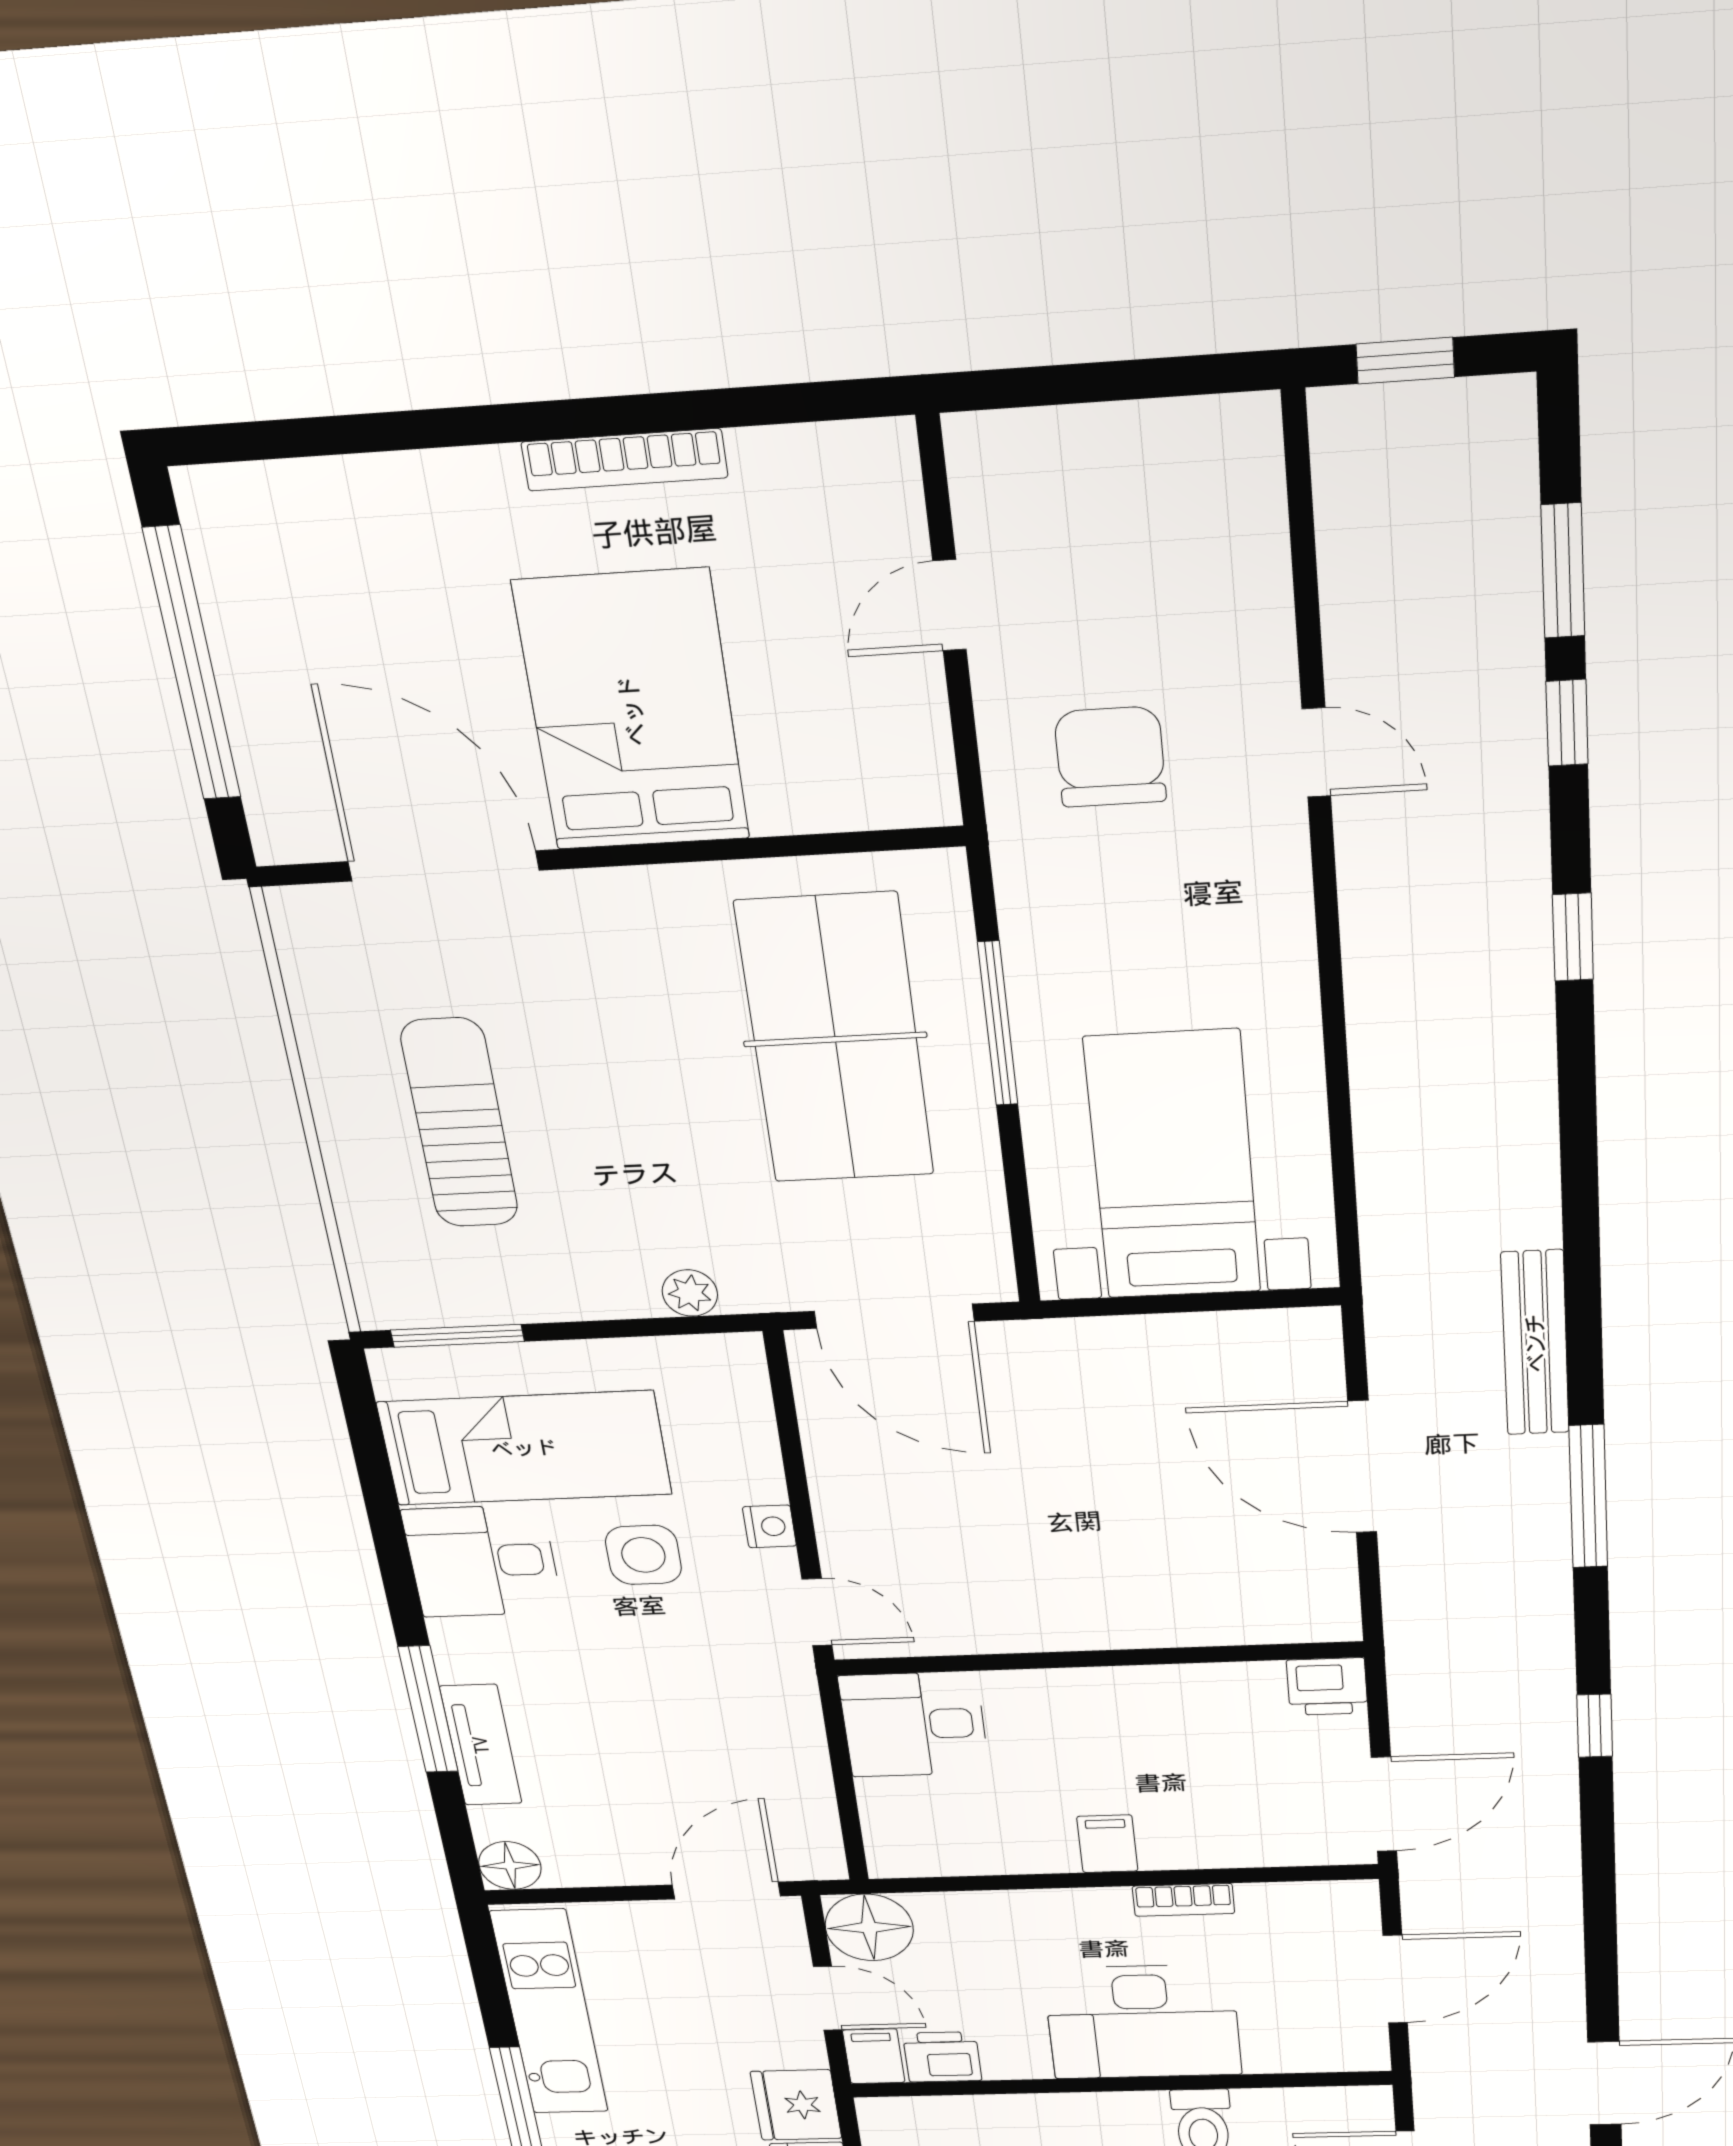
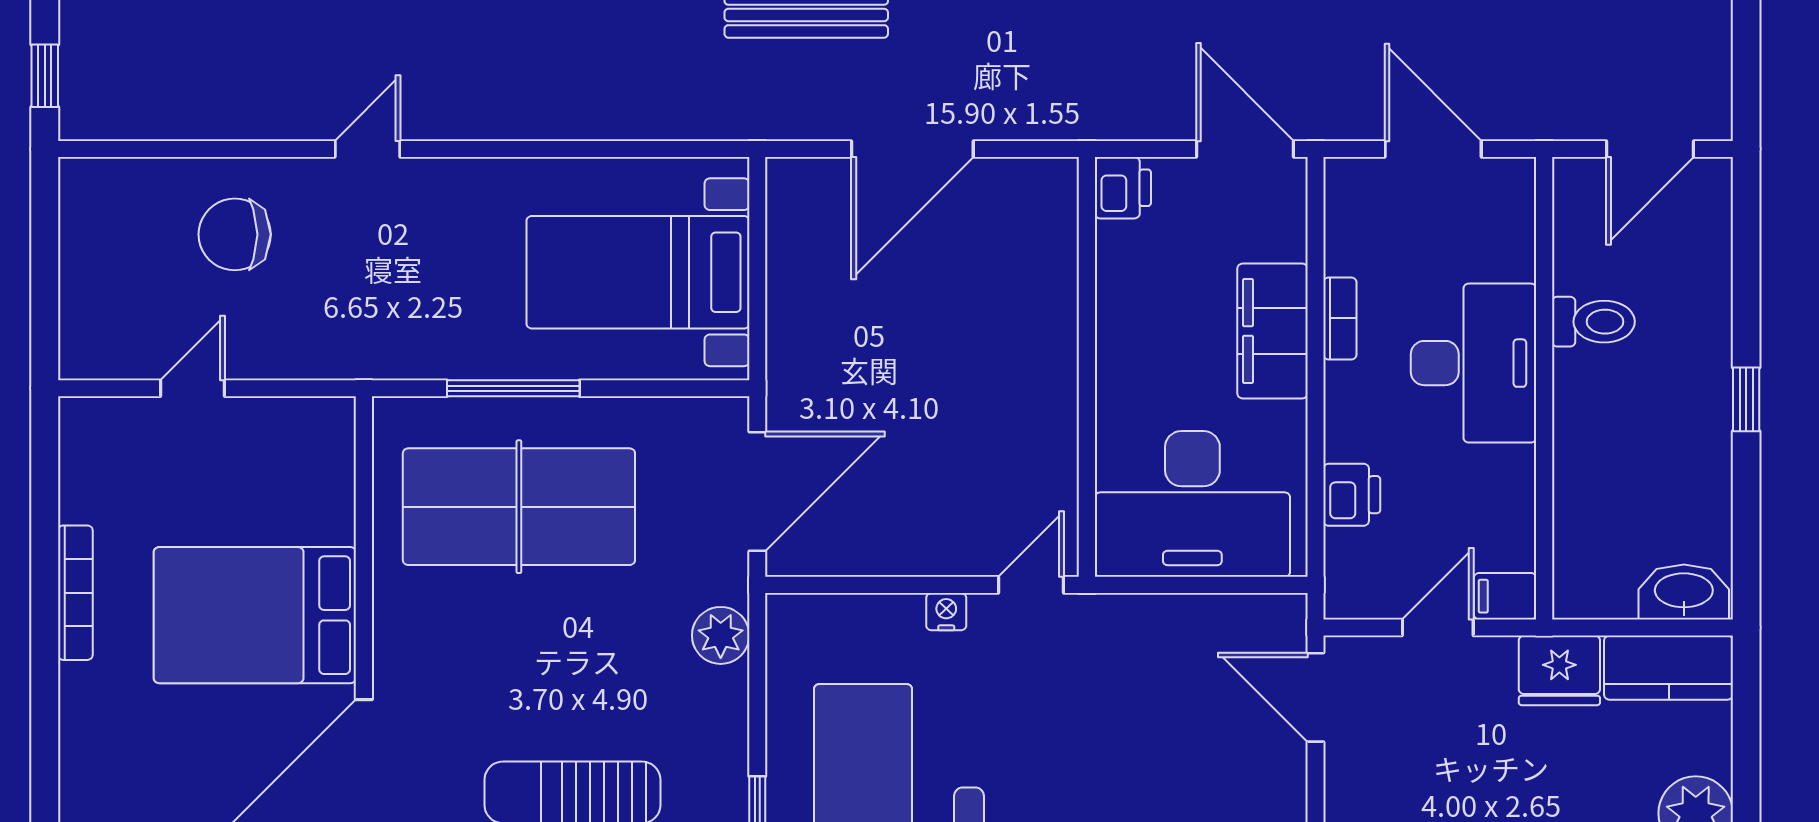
door: (949, 605) -> (193, 388), swing flipped
door: (1316, 753) -> (368, 149), moved
chair: (1110, 757) -> (235, 234), moved
plant: (690, 1293) -> (721, 635), width x1.38, depth x1.38
side table: (643, 1555) -> (969, 715), removed
desk: (914, 1724) -> (1192, 504), width x1.87, depth x1.30
filing cabinet: (1107, 1844) -> (1272, 331), width x3.00, depth x1.17
floor lamp: (869, 1927) -> (1360, 583), removed
printer: (942, 2057) -> (1352, 495), moved, turned 180

